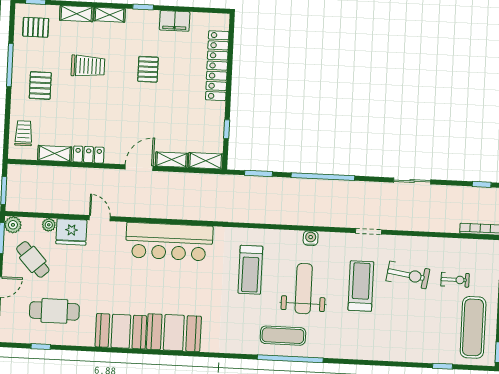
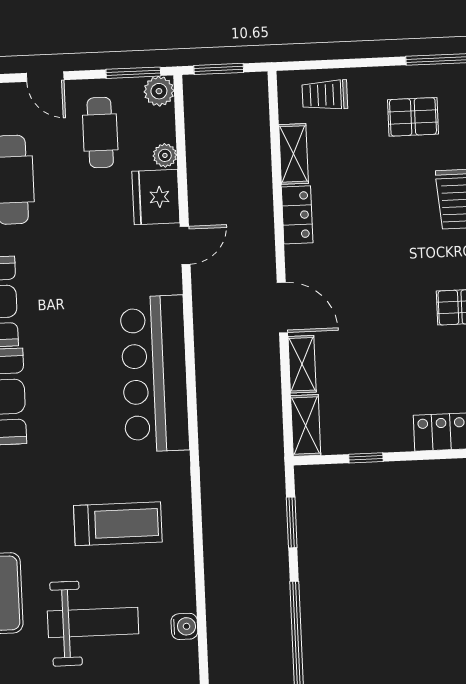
trolley: (24, 133) -> (325, 95), turned 180
cafe table: (33, 259) -> (100, 132), turned -48
treadmill: (250, 270) -> (118, 524), turned 180

